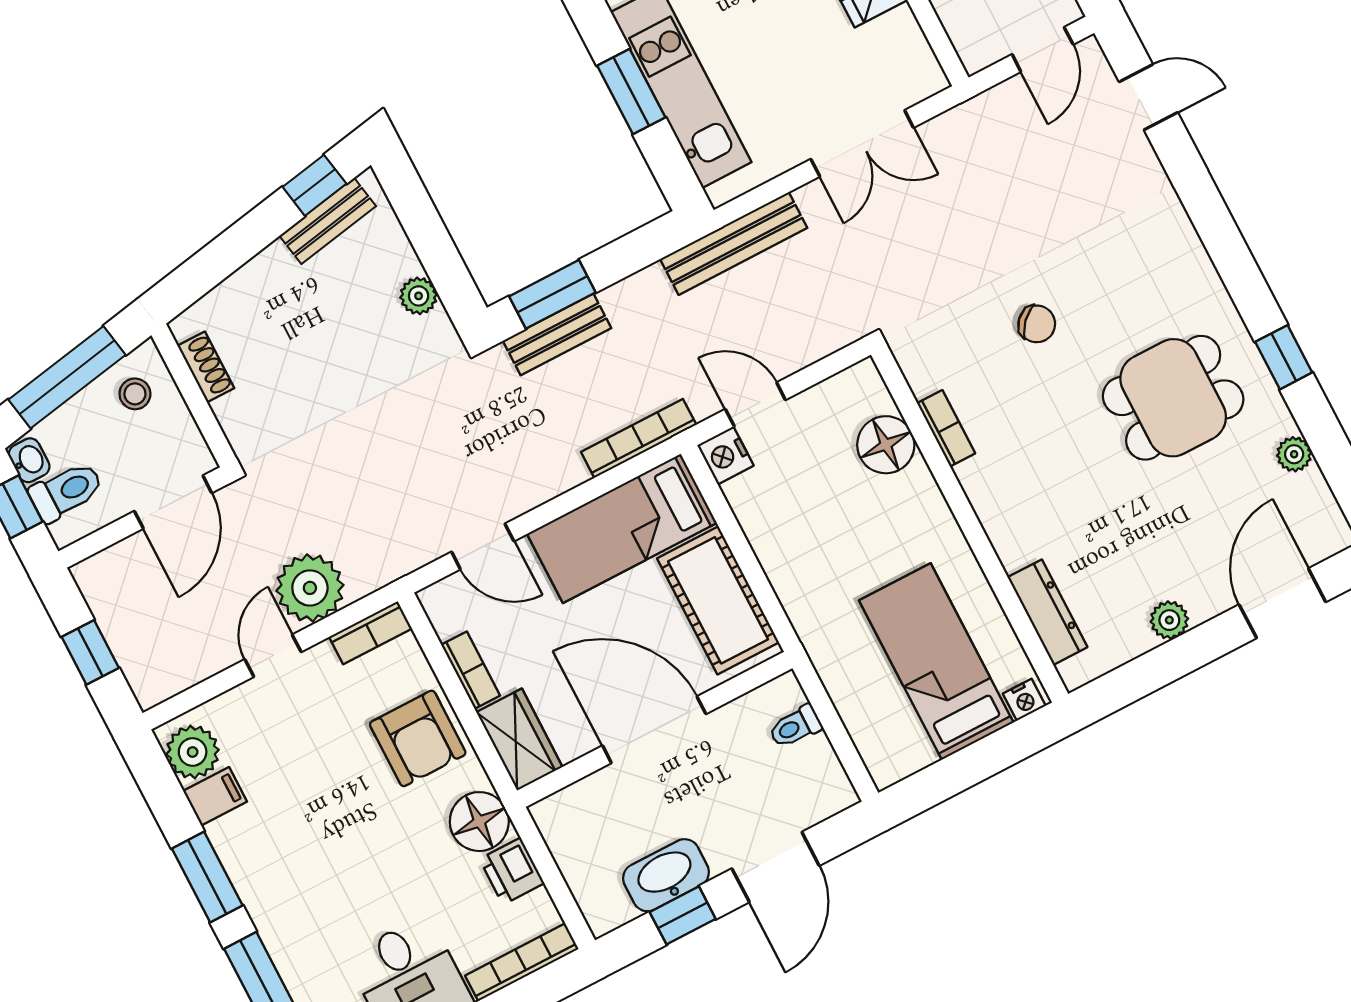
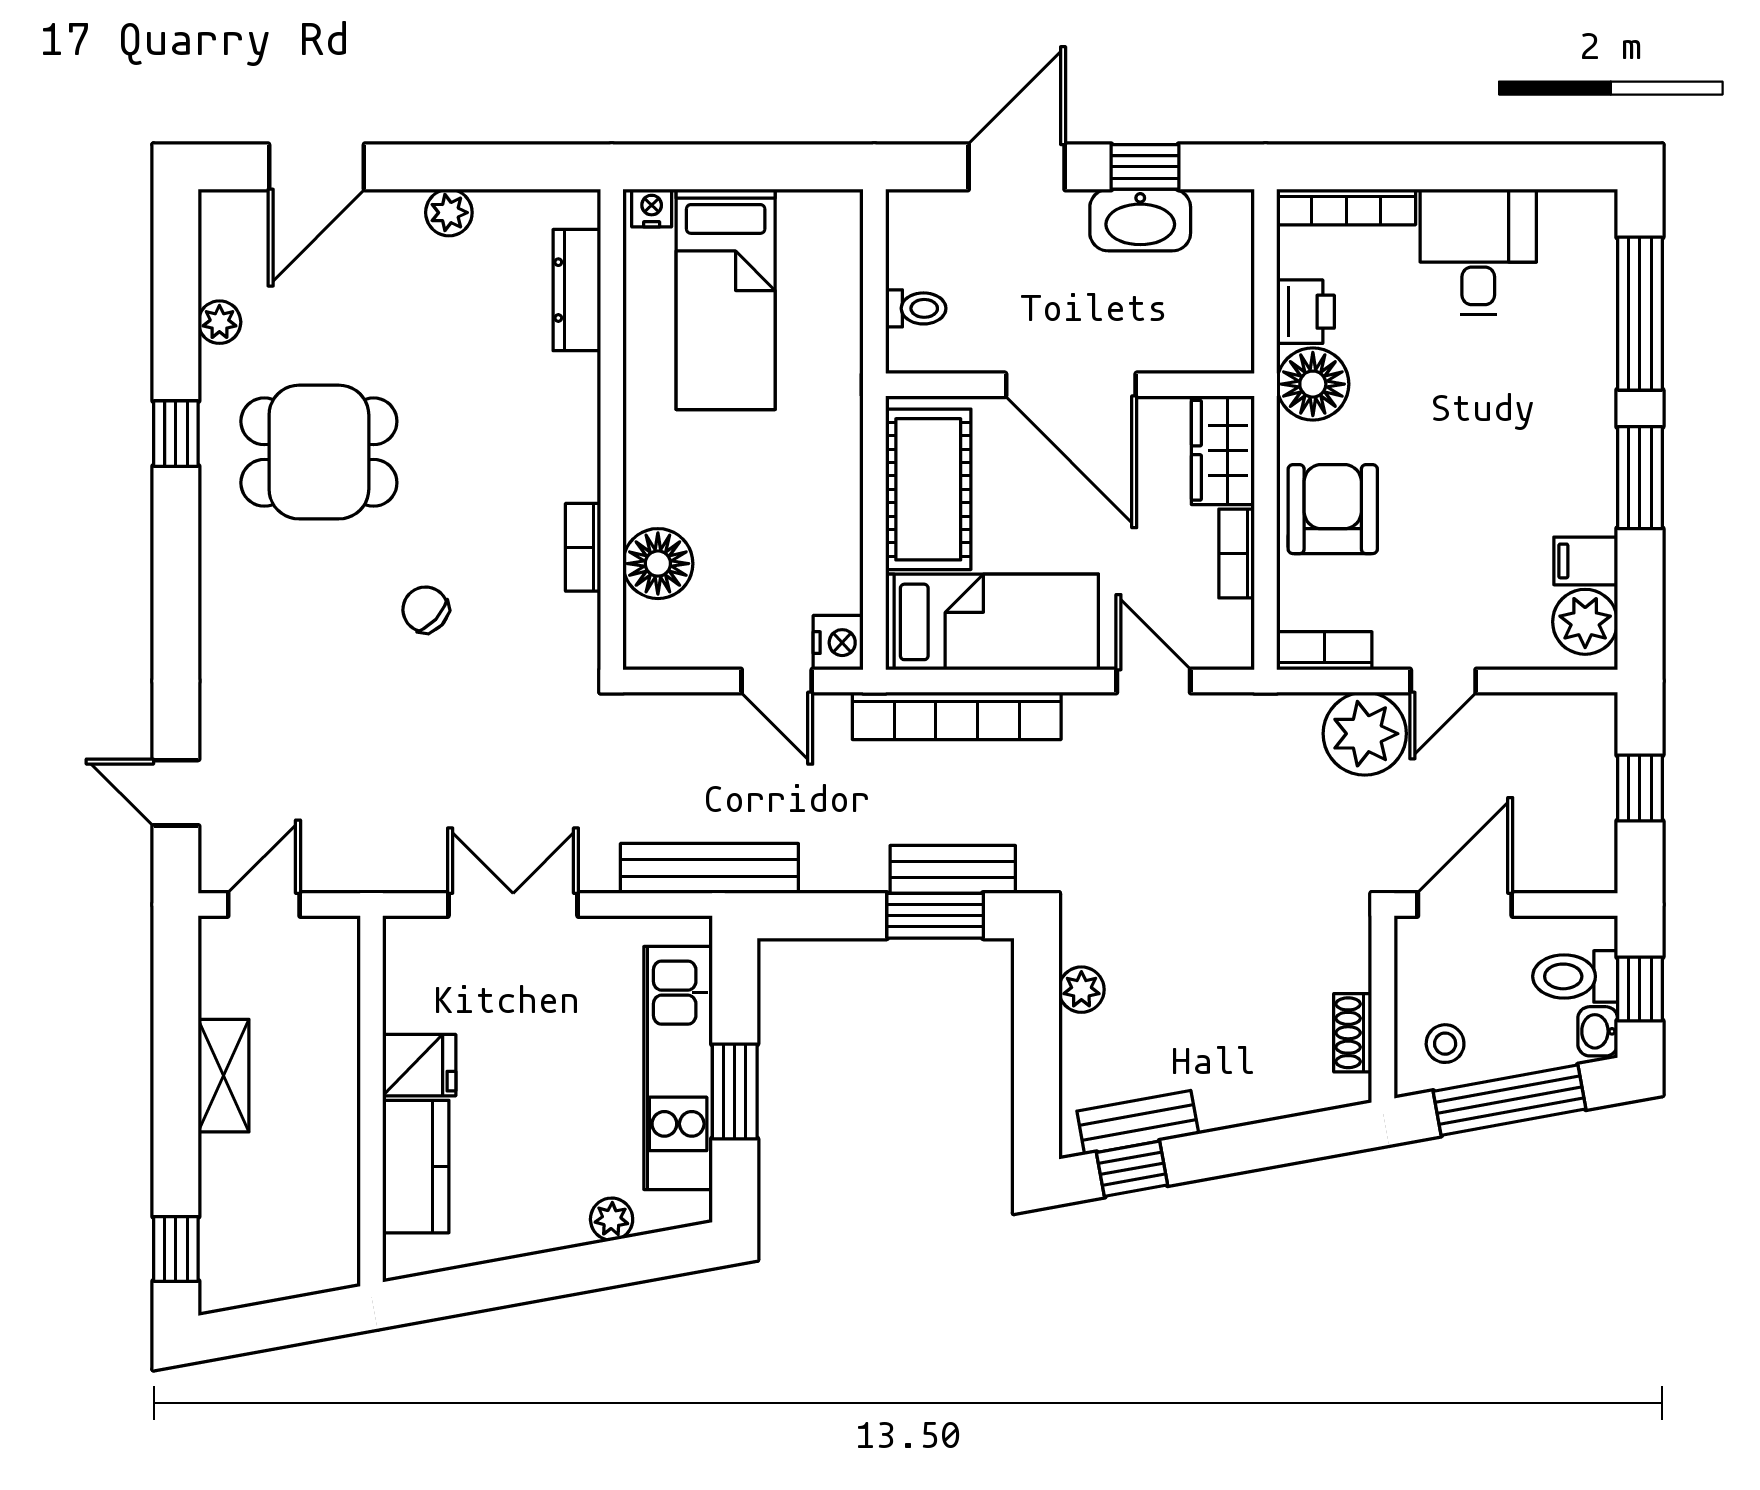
bookcase: (639, 438) -> (957, 716), width x1.48, depth x1.31

